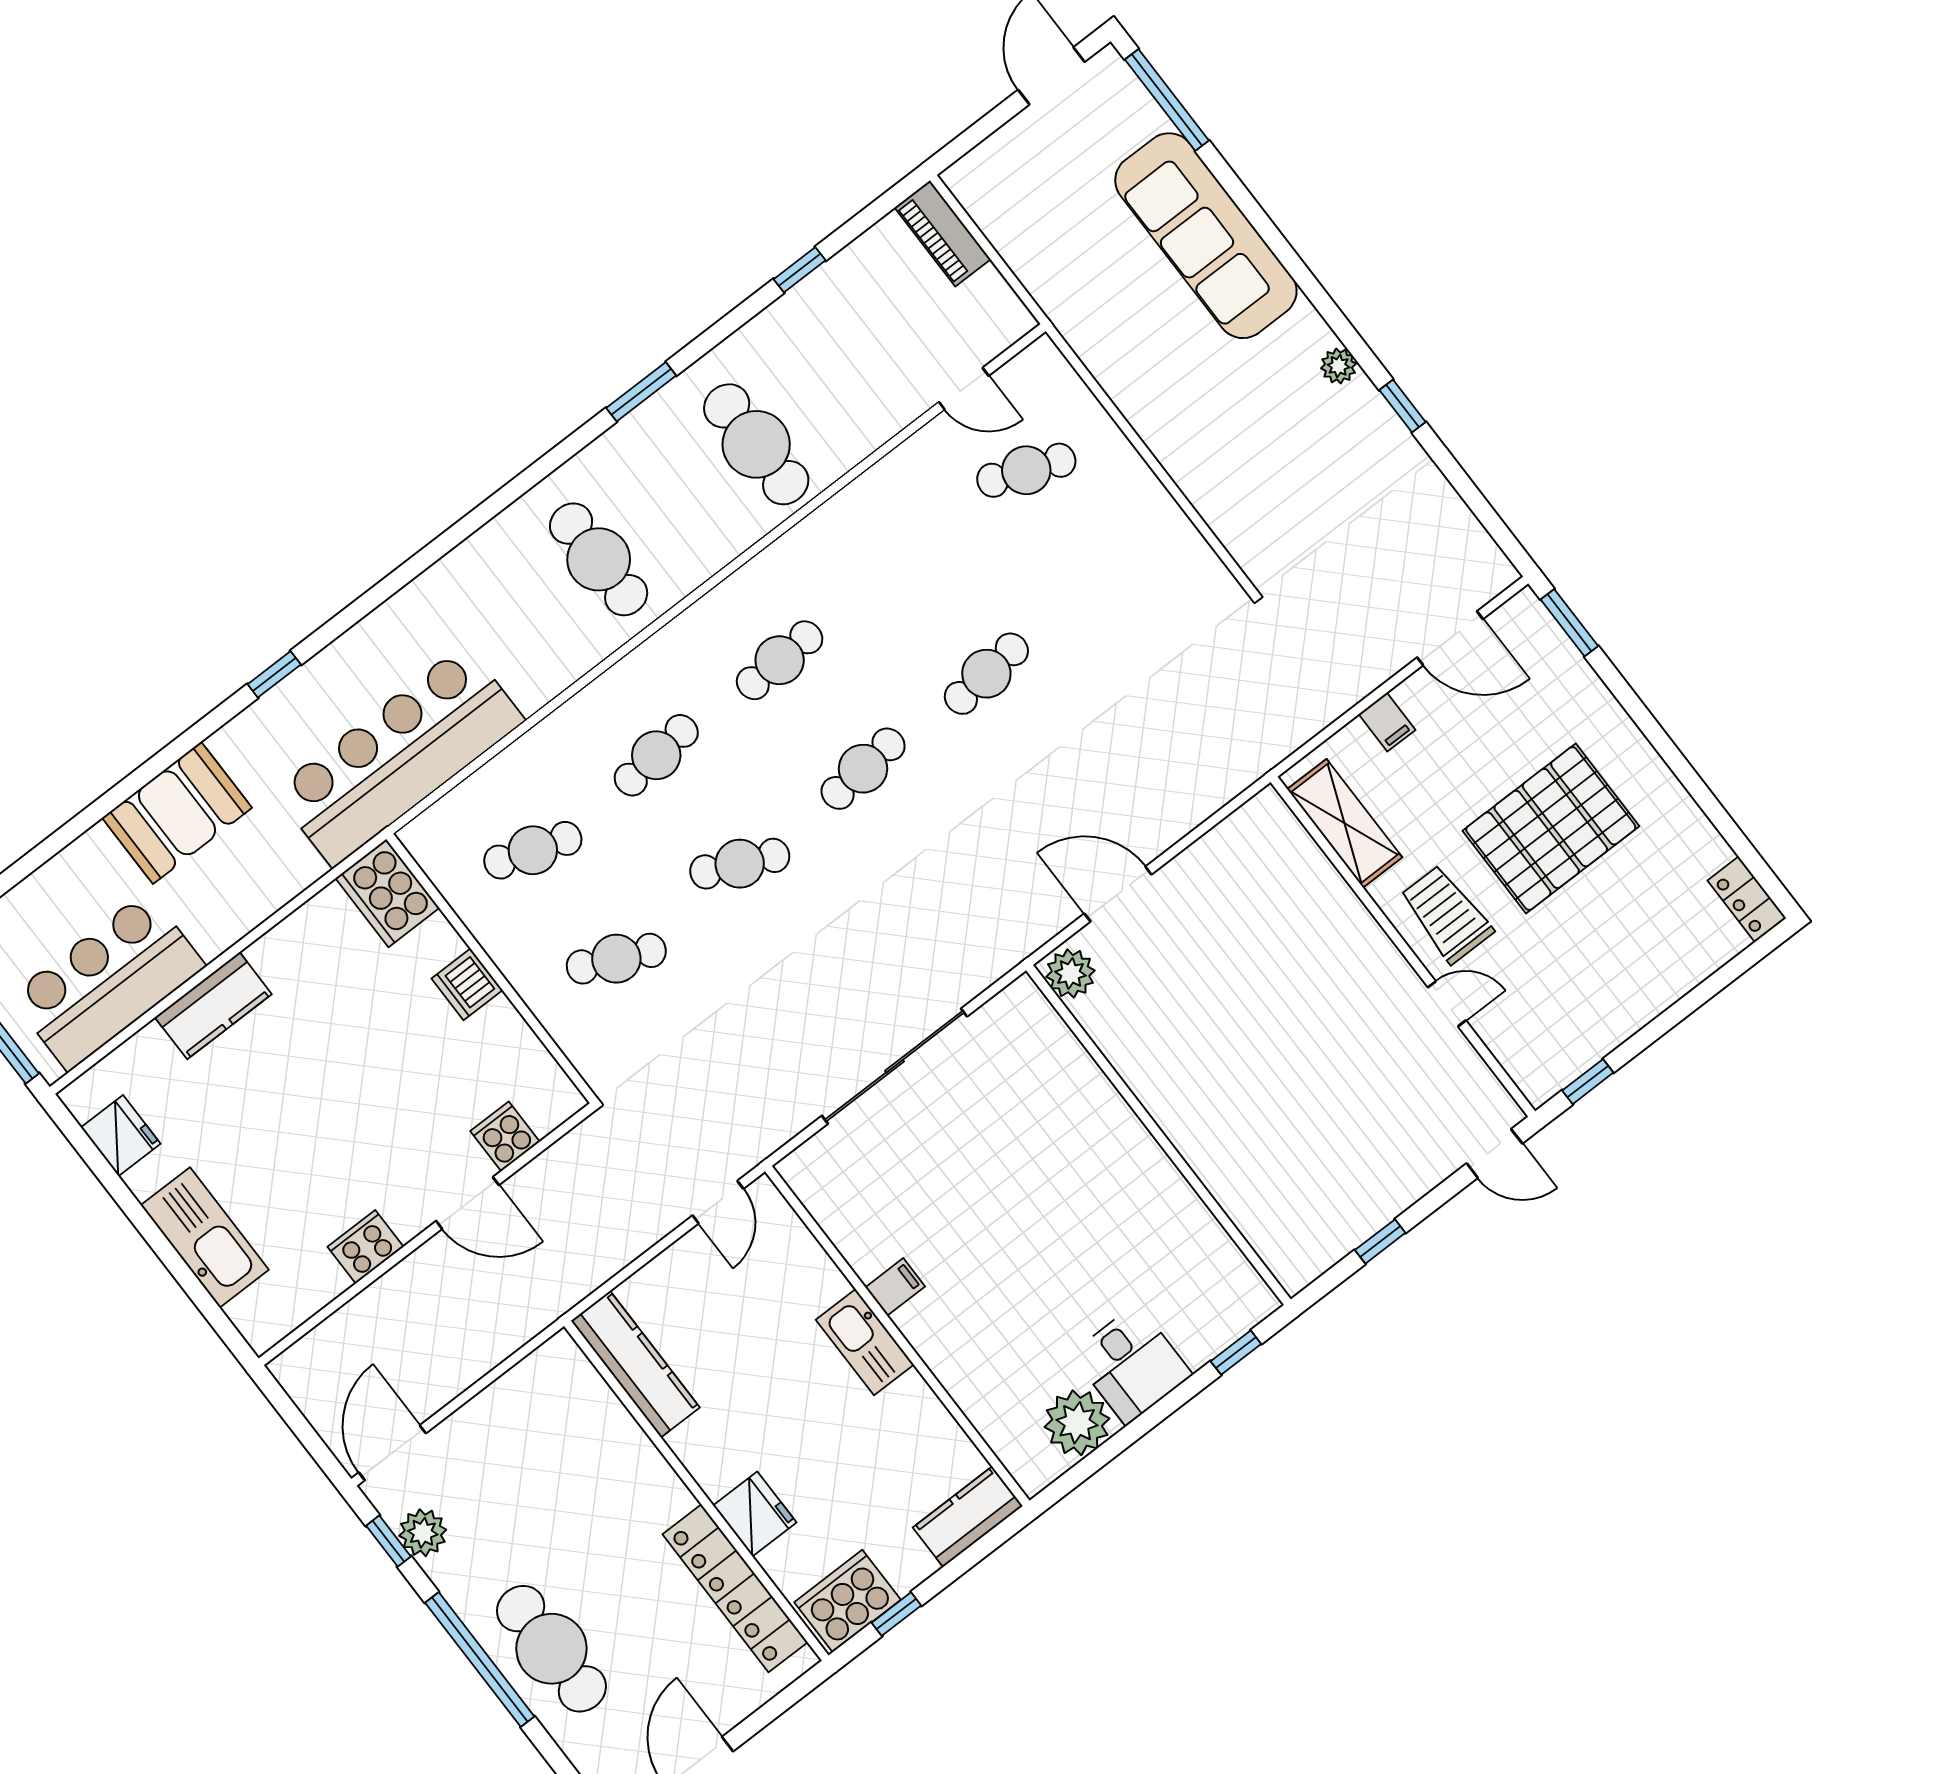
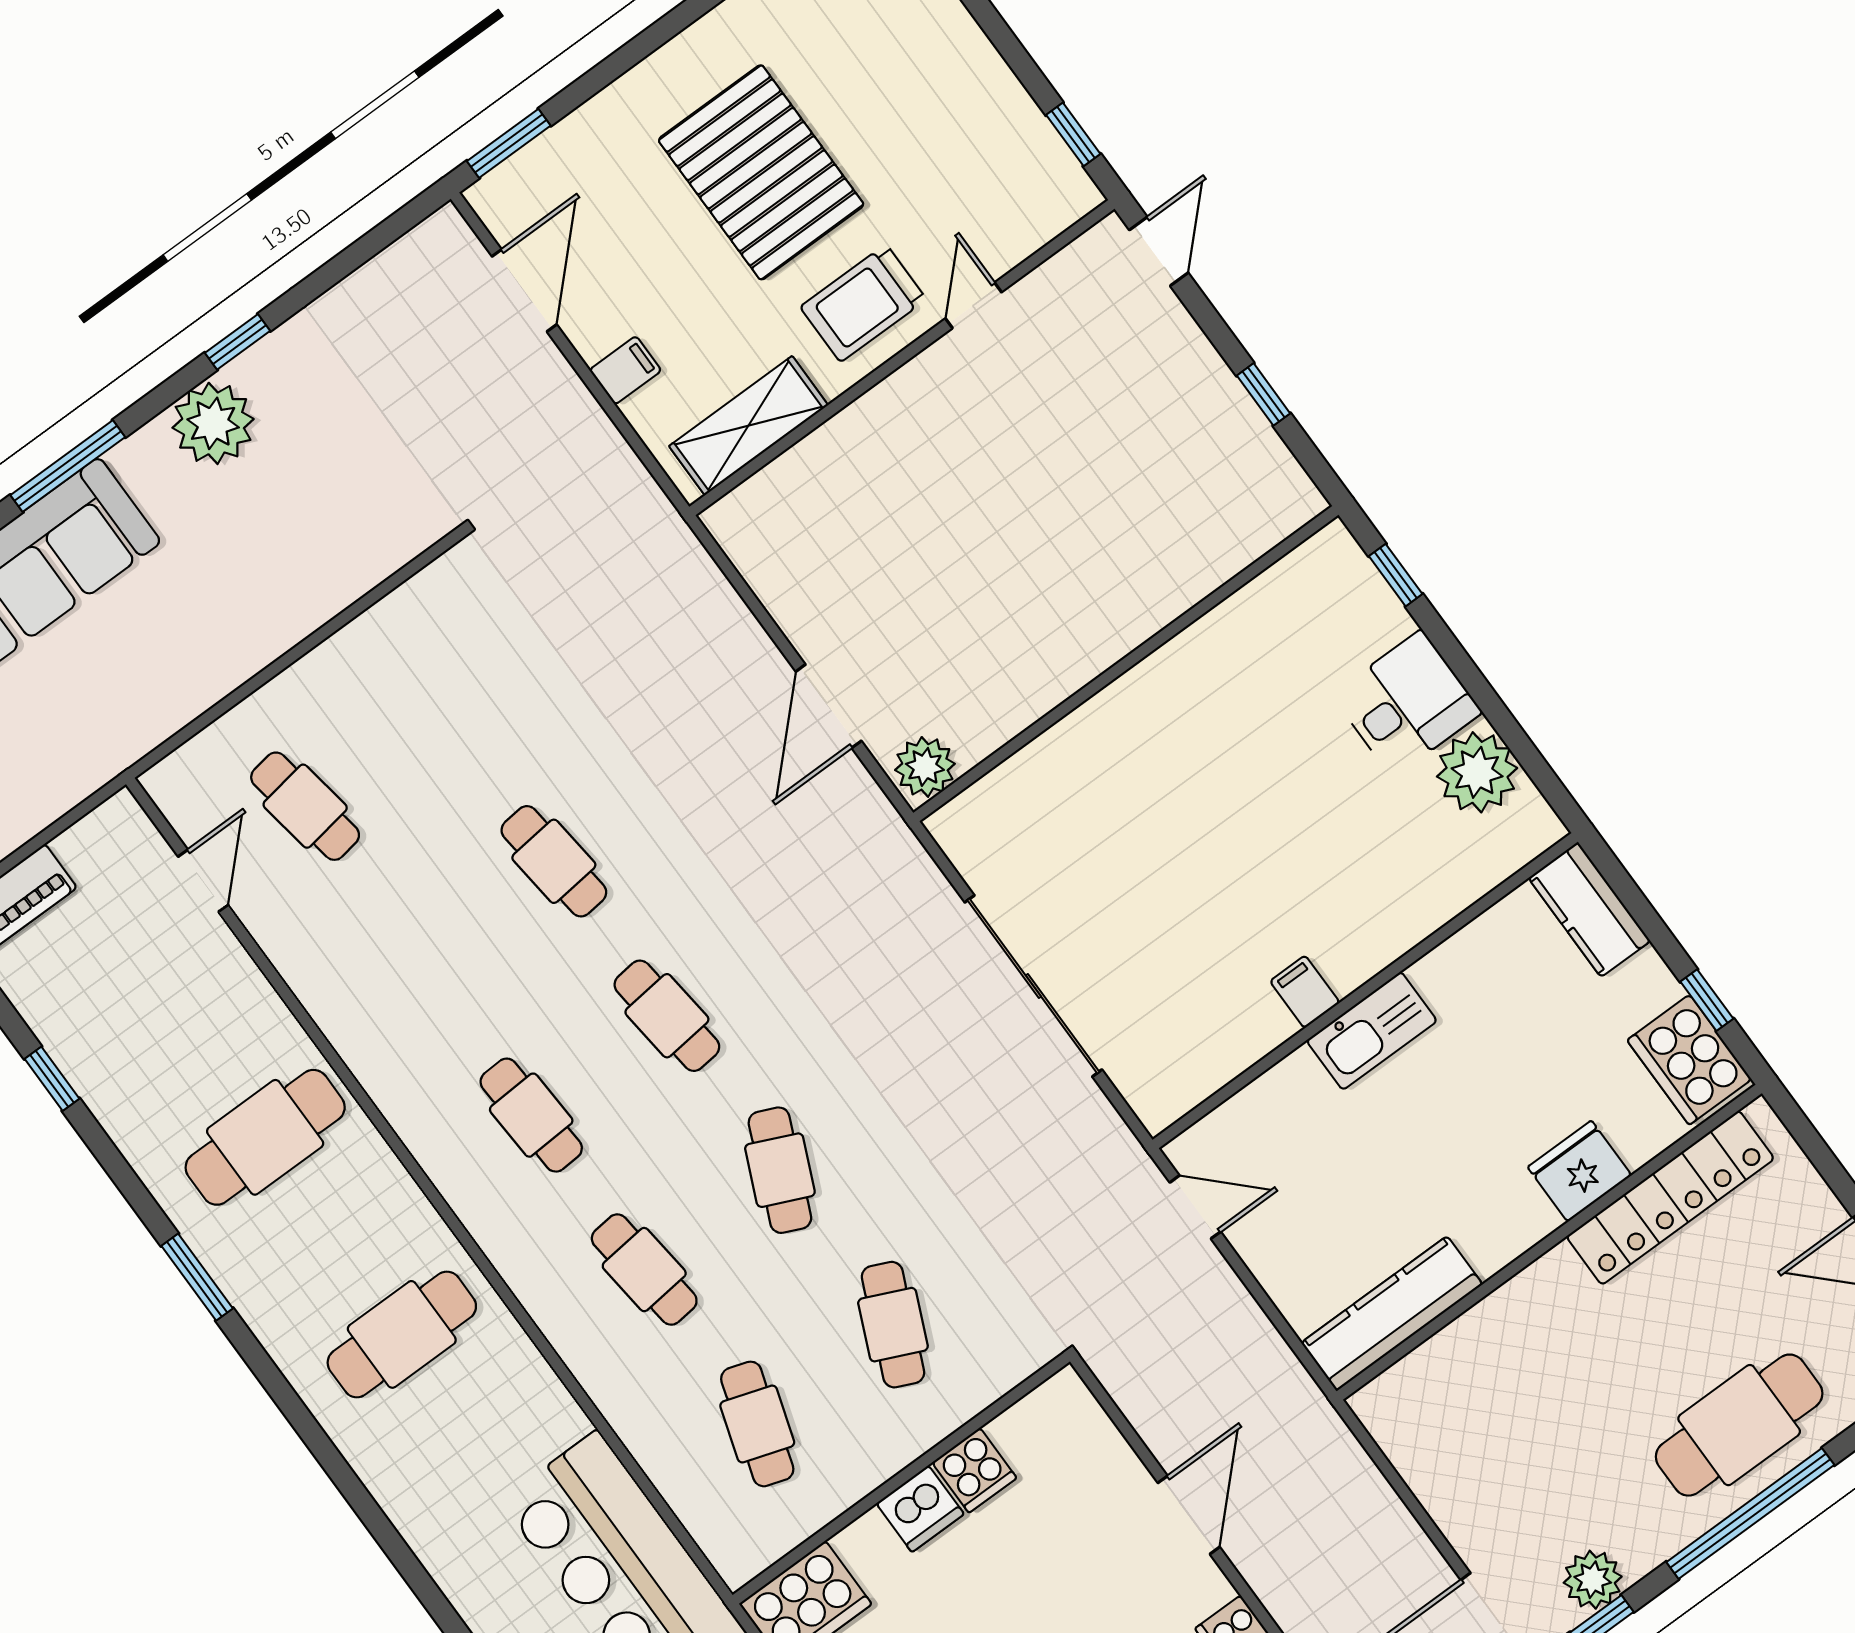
window: (1298, 270) -> (68, 466), added
plant: (1339, 366) -> (213, 423), width x1.87, depth x1.87
cafe table: (1026, 470) -> (305, 806), turned -30
cooker: (505, 1136) -> (974, 1470), moved, turned -90

